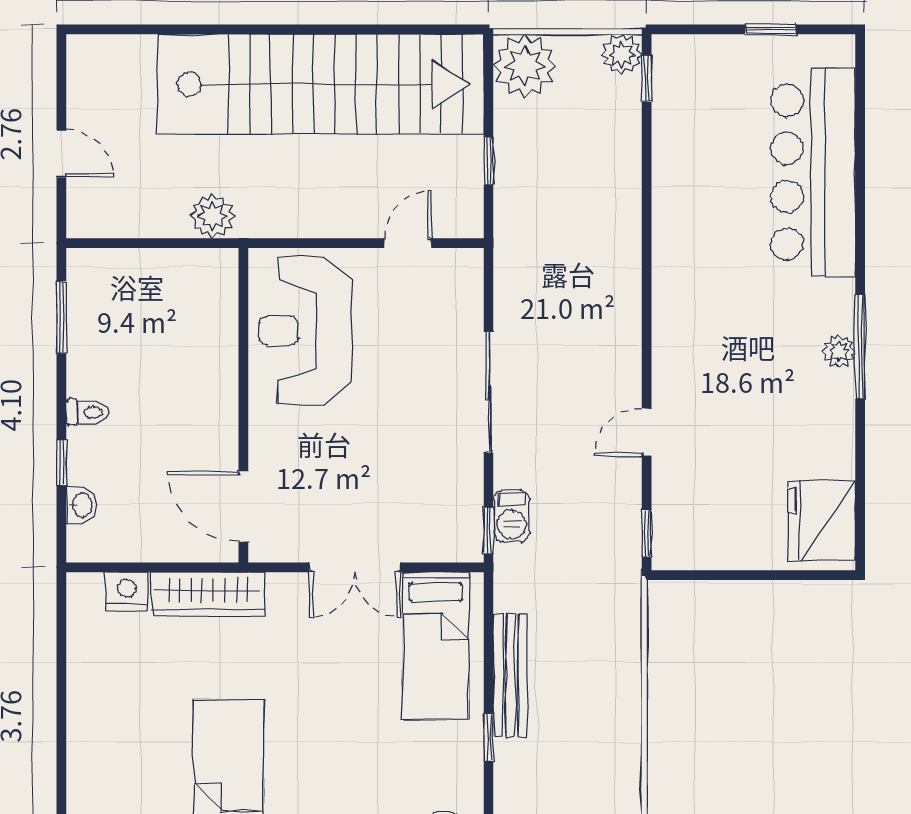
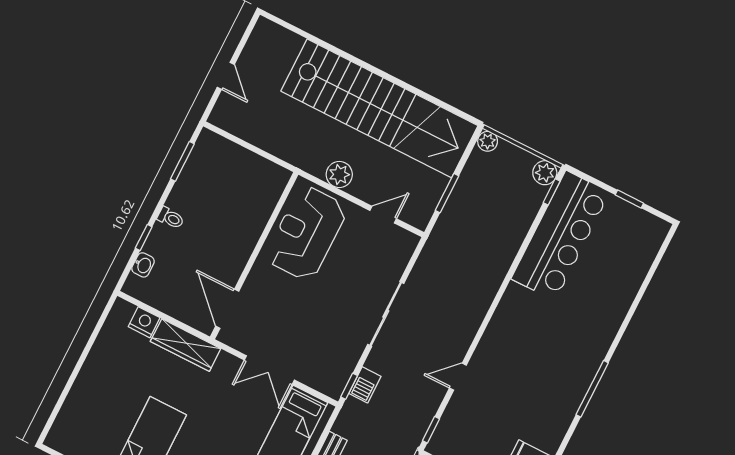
plant: (525, 66) -> (488, 141), width x0.53, depth x0.53
window: (489, 161) -> (447, 193), width x1.50
bar counter: (813, 172) -> (560, 236), moved, turned 180
plant: (212, 216) -> (339, 175), moved
plant: (839, 351) -> (580, 385), removed

